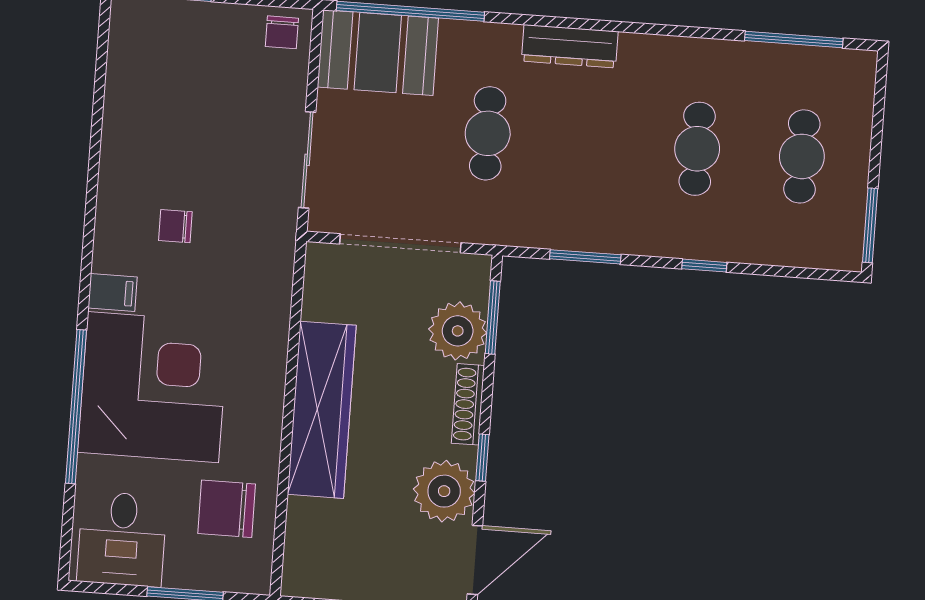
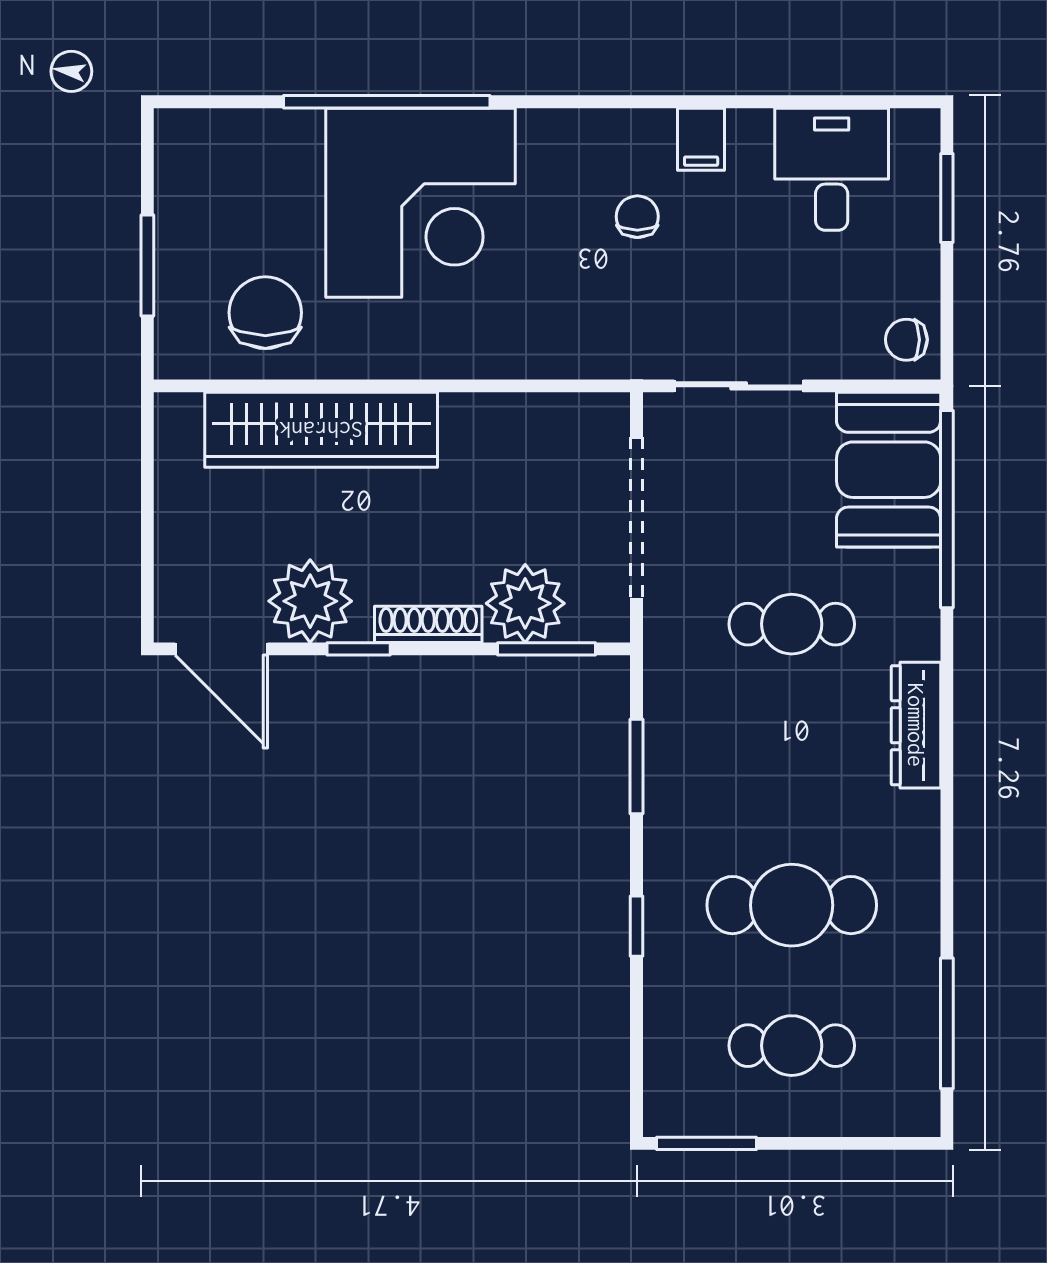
cafe table: (697, 149) -> (792, 905), width x1.37, depth x1.35
filing cabinet: (113, 293) -> (701, 139), moved
wardrobe: (322, 410) -> (321, 430), moved
desk: (122, 539) -> (832, 169), moved, turned 90

